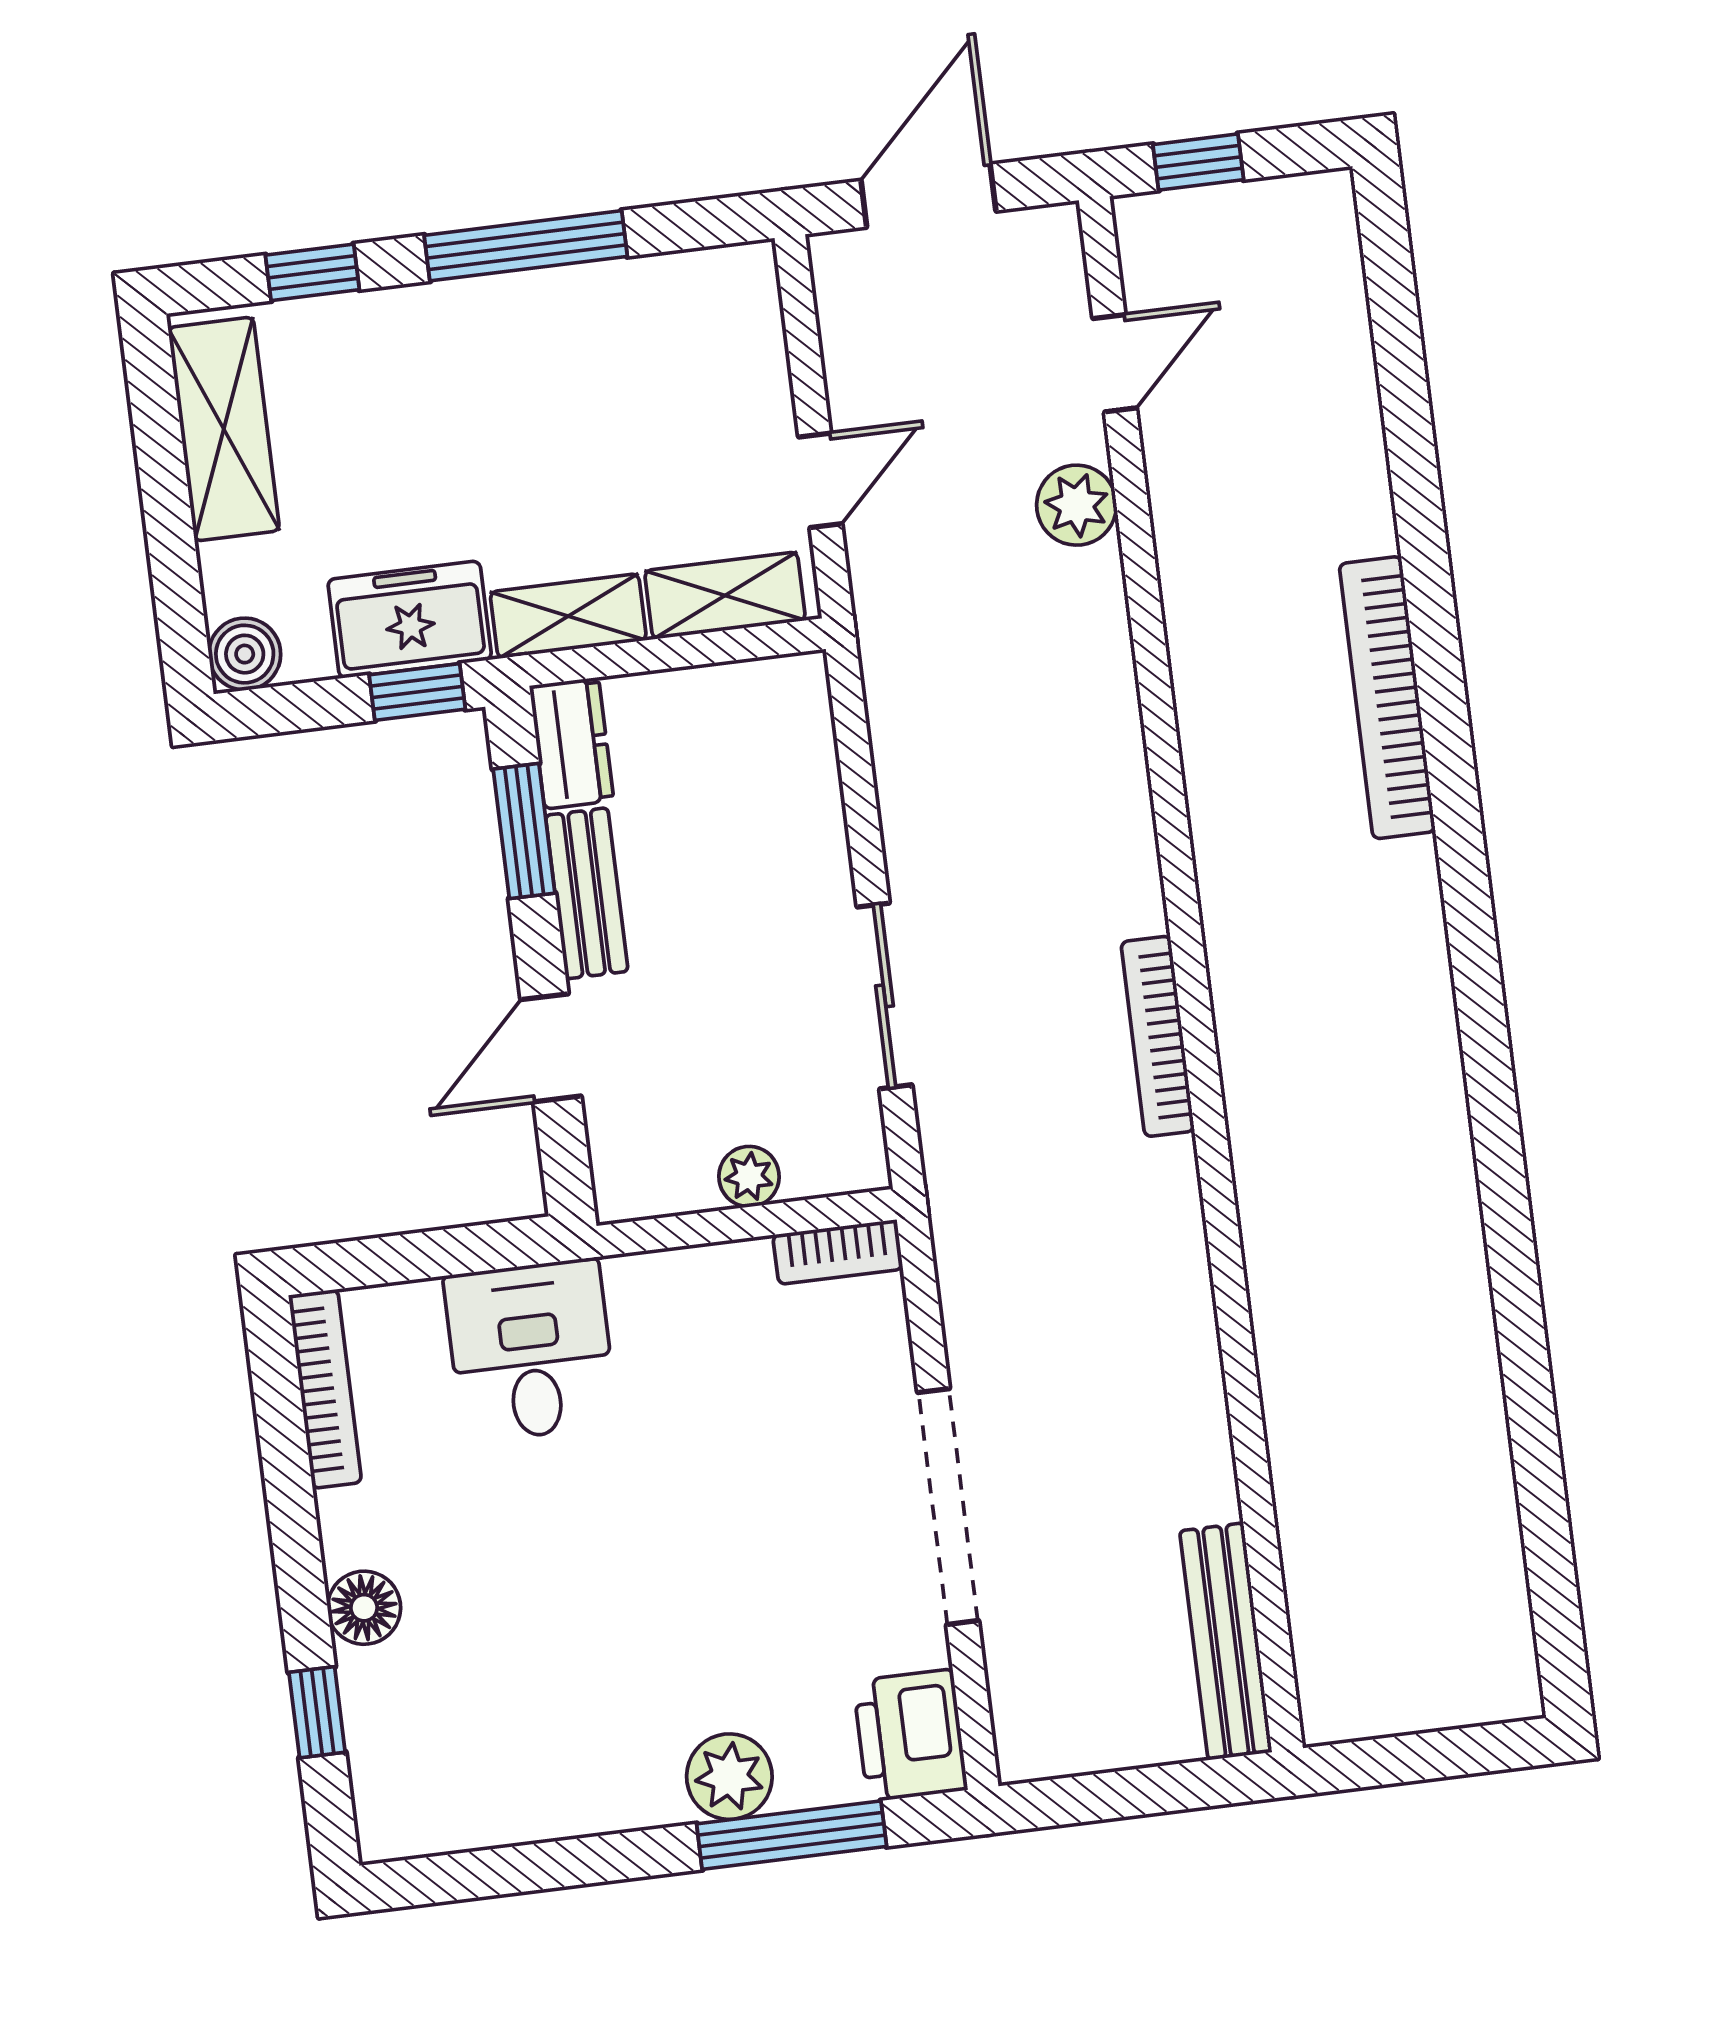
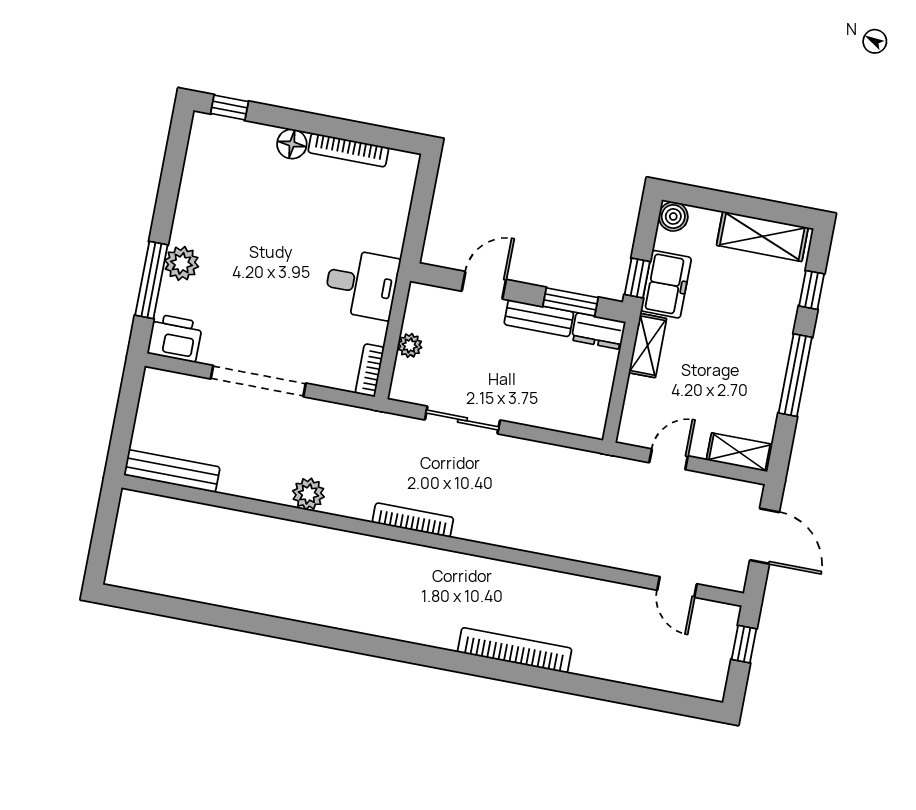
door: (820, 480) -> (669, 459), swing flipped
plant: (1077, 505) -> (308, 494), moved
shelving: (725, 596) -> (739, 452), moved, turned 90
door: (551, 1048) -> (484, 285), hinge flipped
desk: (531, 1350) -> (362, 284), moved
bookcase: (325, 1389) -> (348, 150), moved
window: (317, 1712) -> (229, 108), moved

